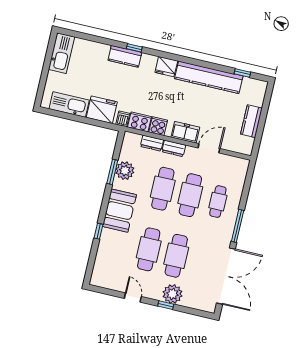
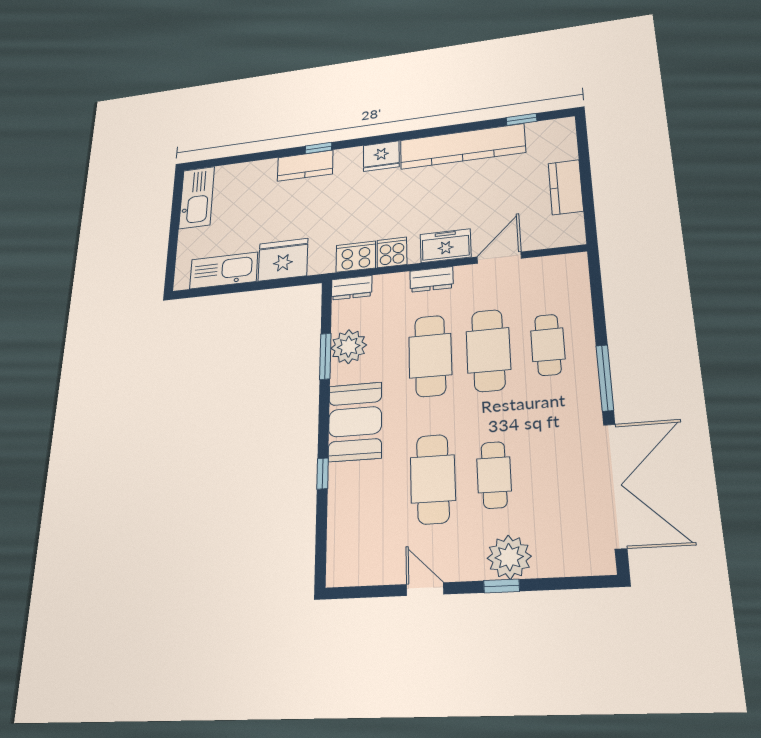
dishwasher: (123, 119) -> (324, 262), removed
dresser: (152, 143) -> (352, 288), moved
cafe table: (176, 256) -> (494, 475), width x0.73, depth x0.74

